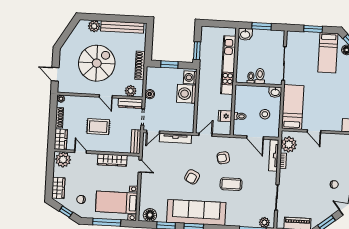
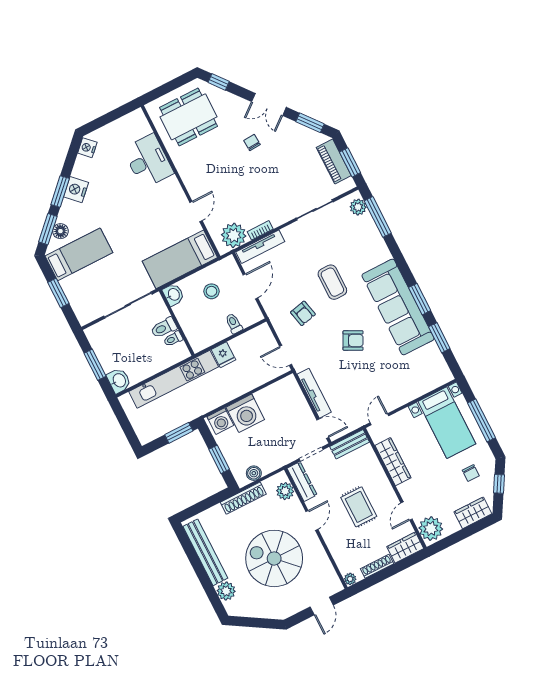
boiler: (150, 94) -> (254, 473), moved
fridge: (225, 116) -> (223, 355), moved
floor lamp: (150, 215) -> (438, 368), removed

